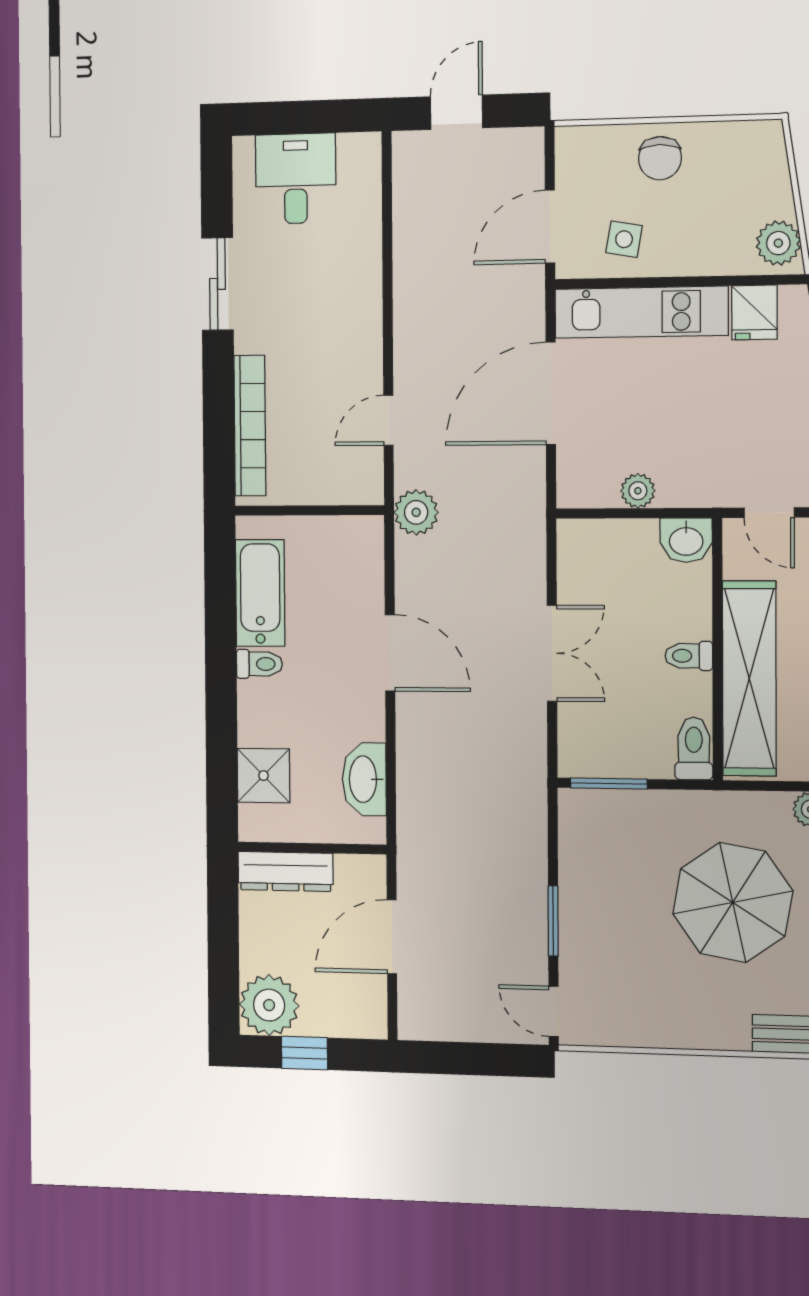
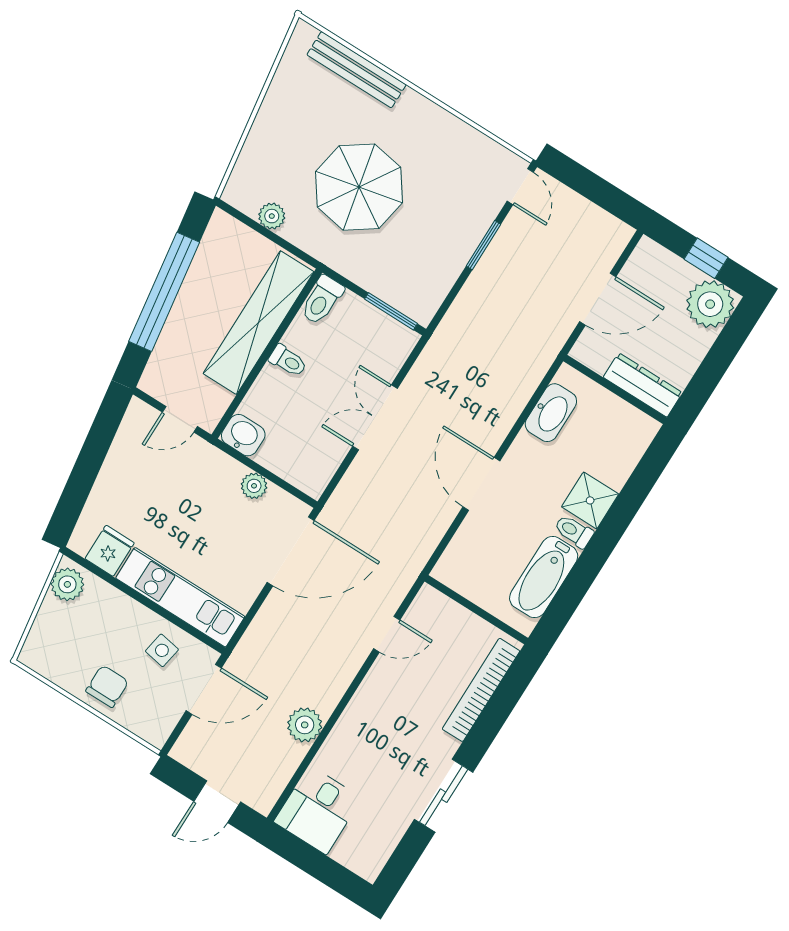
desk: (296, 179) -> (318, 810), moved
door: (551, 393) -> (291, 551), moved
plant: (416, 512) -> (305, 725), moved
door: (769, 513) -> (180, 419), swing flipped
shower: (263, 776) -> (590, 500), moved

